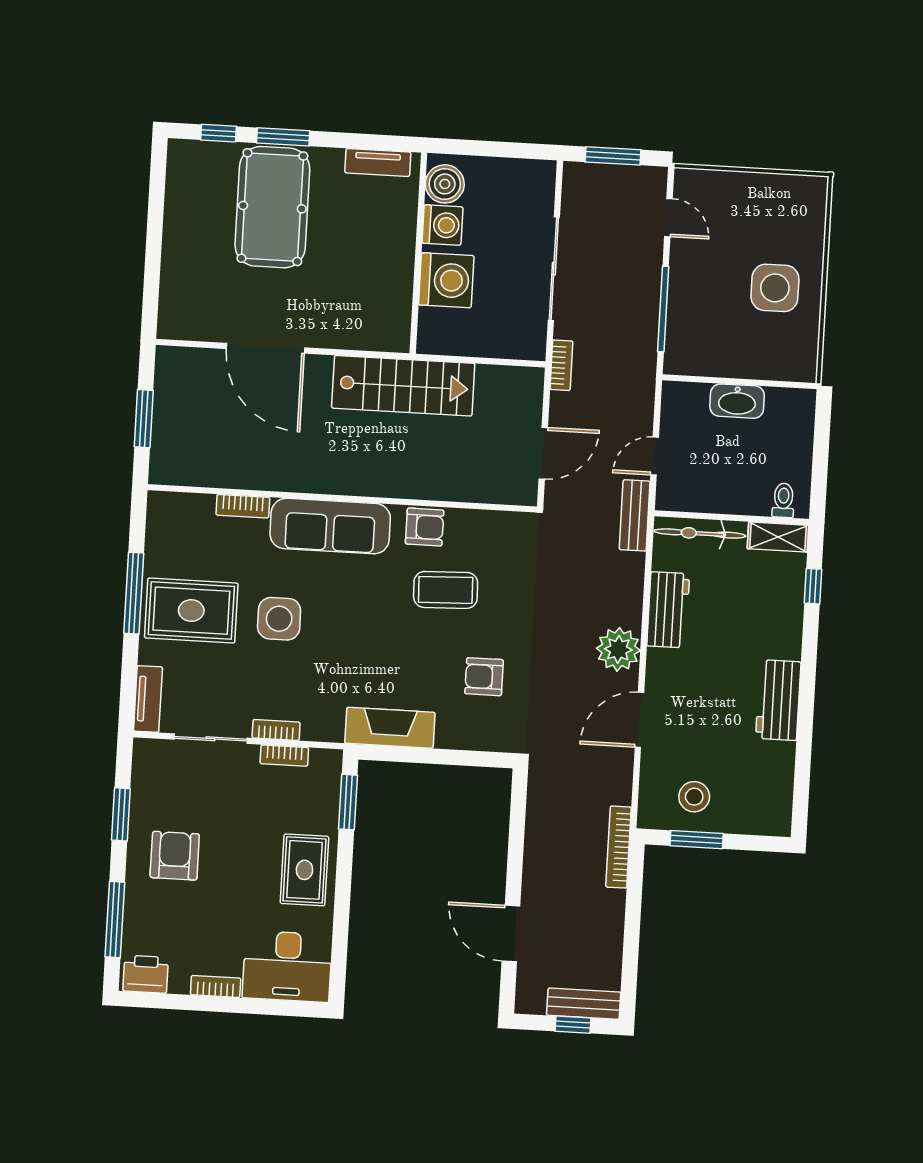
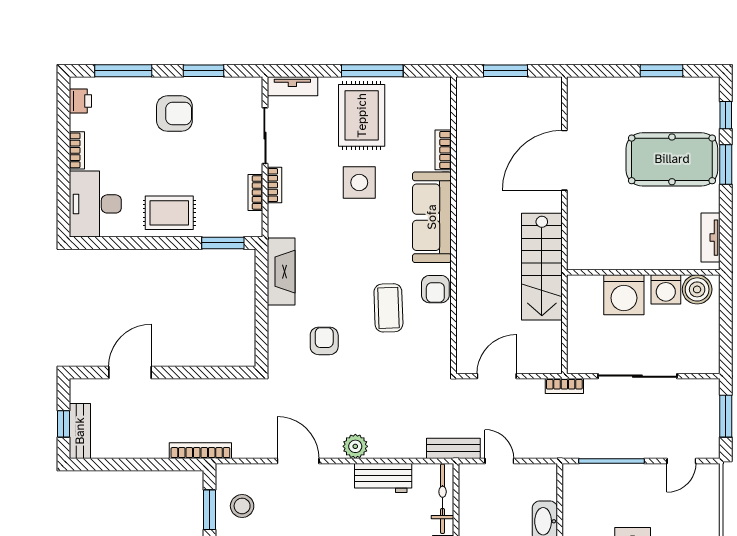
window: (156, 214) -> (661, 71), added
door: (543, 453) -> (497, 376), swing flipped
plant: (618, 649) -> (355, 446), width x0.73, depth x0.73
printer: (146, 974) -> (80, 101), width x0.73, depth x0.81

